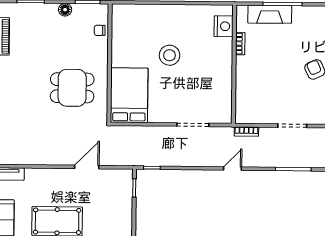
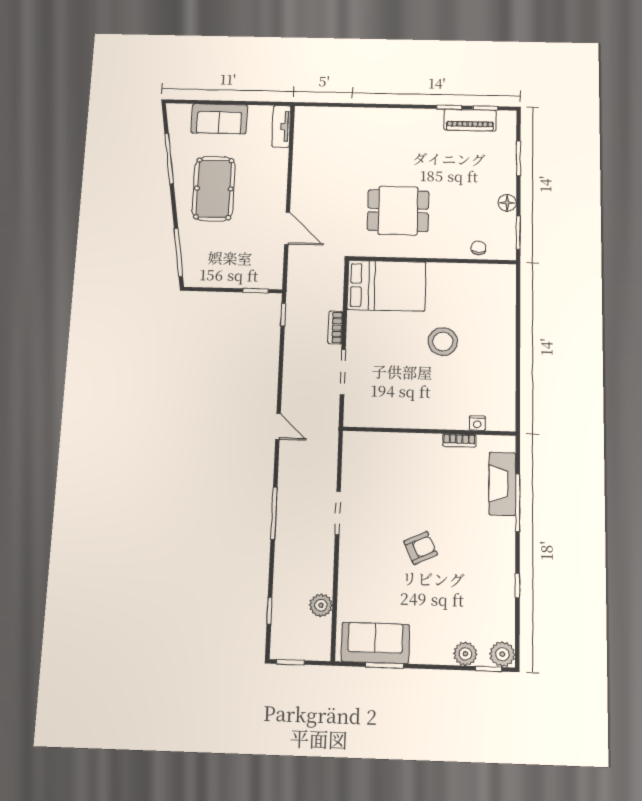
nightstand: (224, 26) -> (477, 423), width x0.53, depth x0.56
dining table: (72, 88) -> (398, 211), turned 90
bookcase: (246, 132) -> (335, 327), moved

